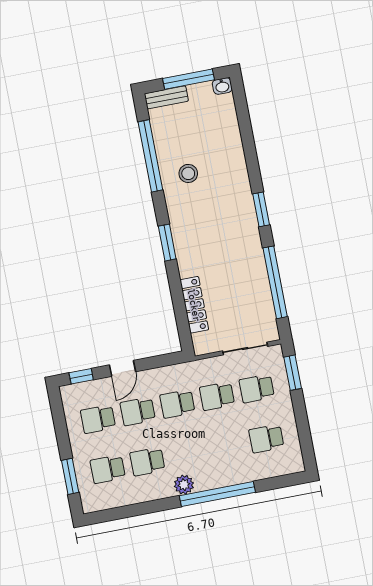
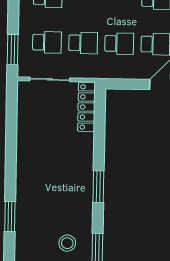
window: (261, 209) -> (10, 217), moved
window: (275, 282) -> (11, 132), removed
locker: (194, 305) -> (86, 107), moved

